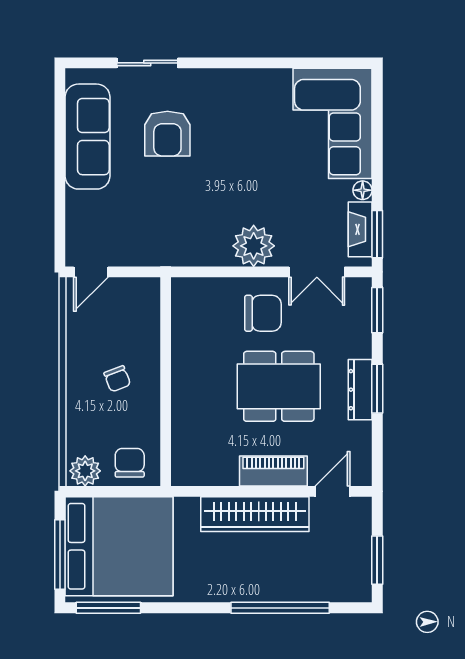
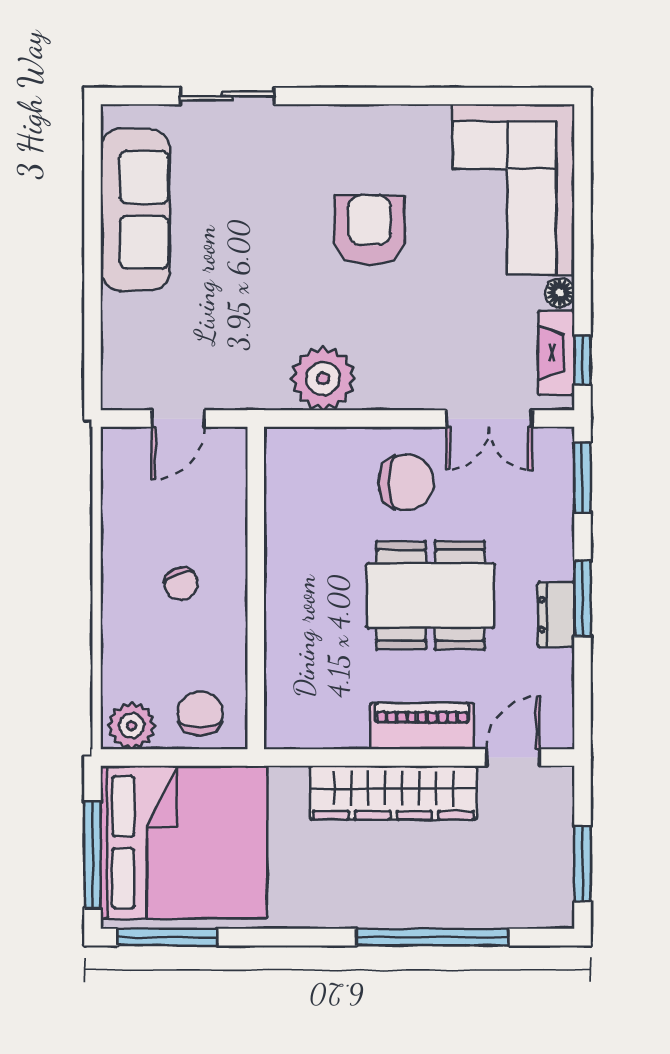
armchair: (167, 134) -> (370, 230), moved, turned 180
window: (377, 234) -> (582, 360), width x0.67
plant: (254, 246) -> (323, 378), moved
door: (91, 272) -> (178, 419), moved
dresser: (360, 390) -> (556, 615), width x0.70

